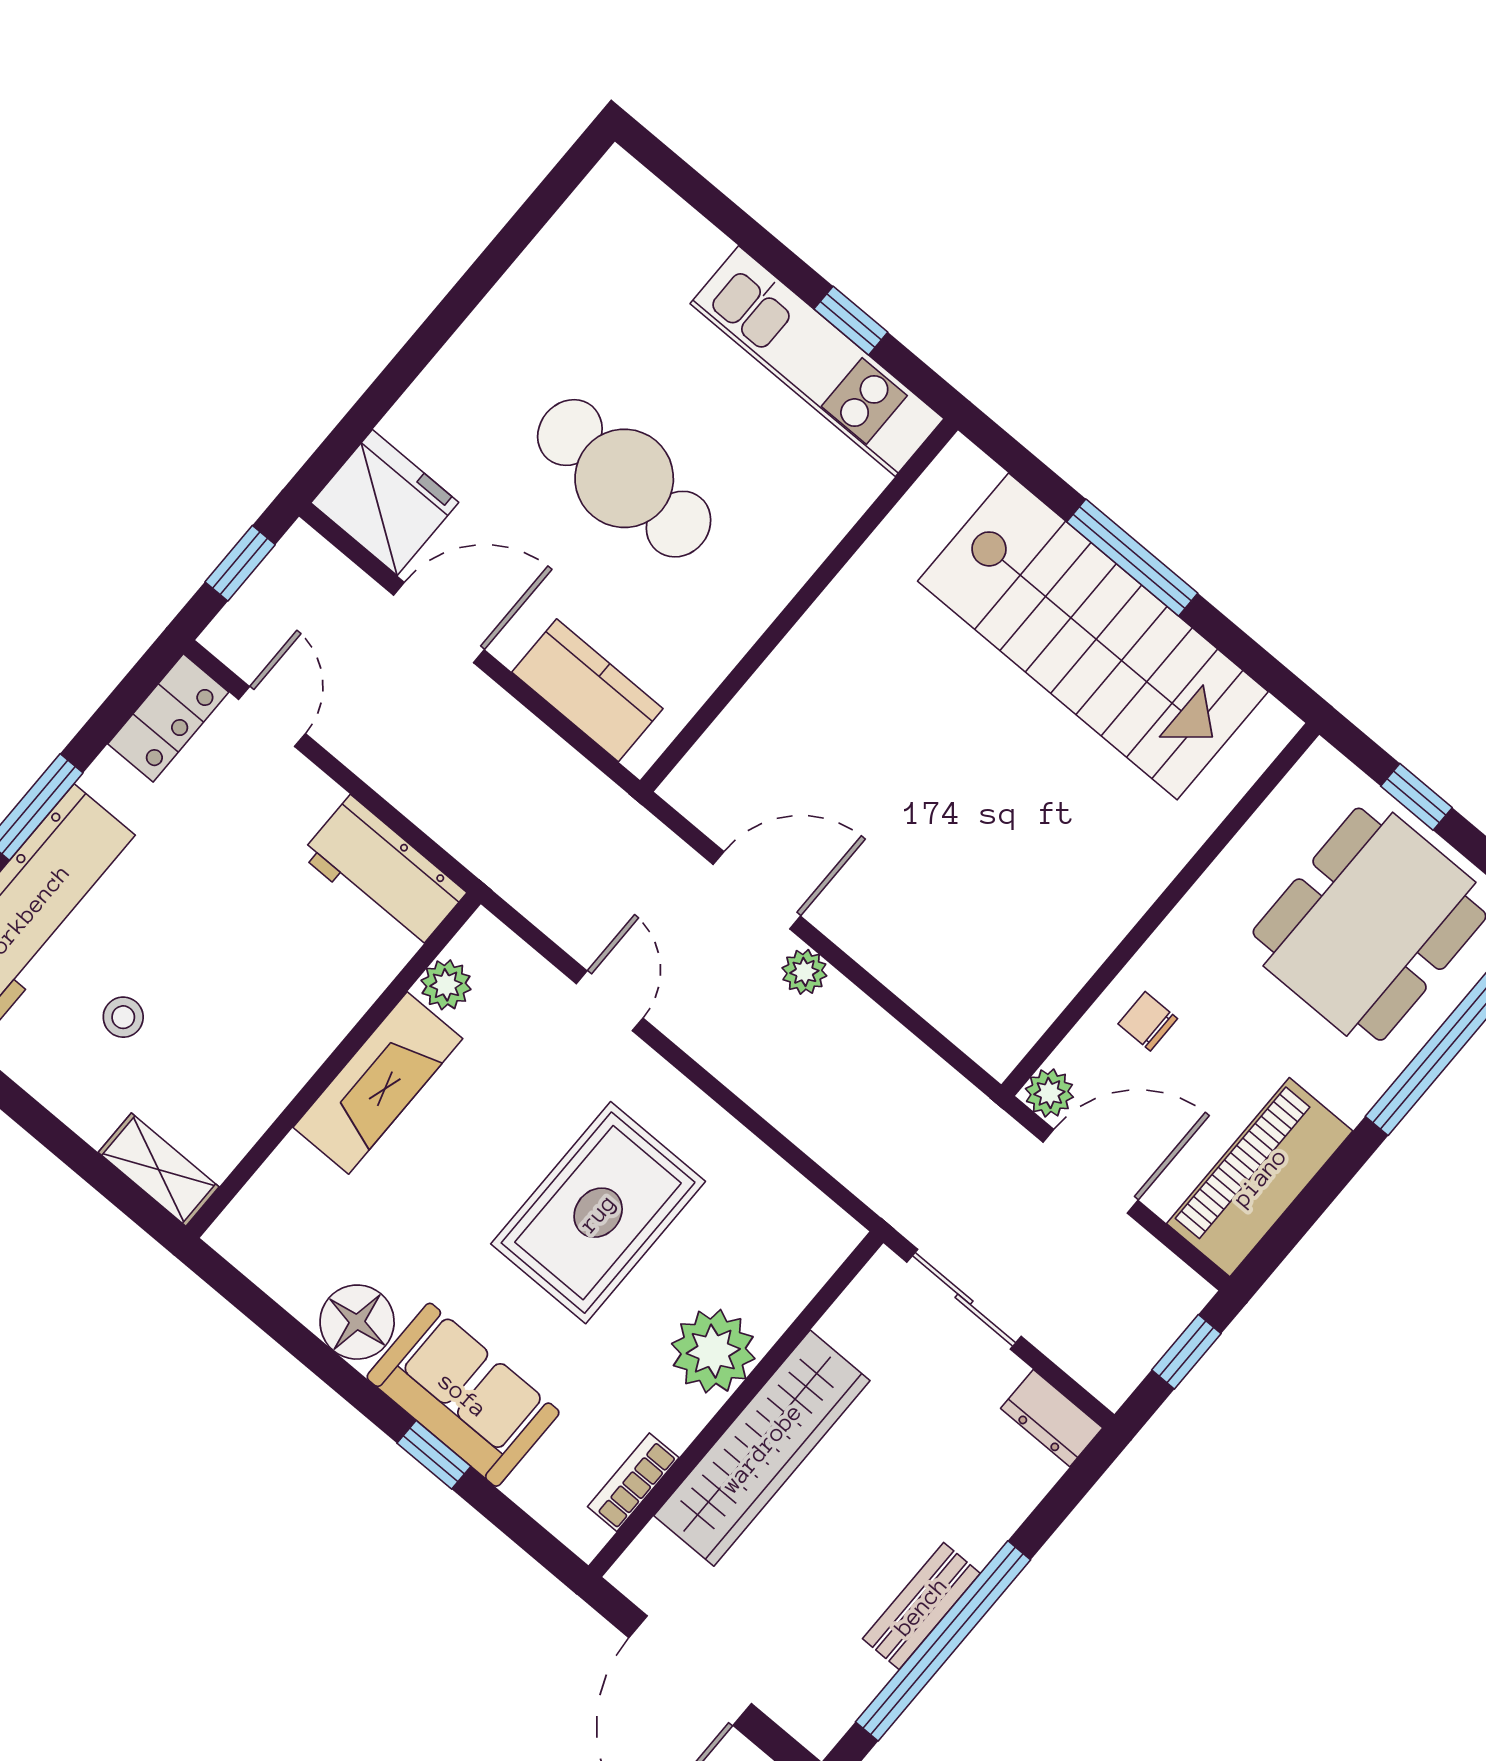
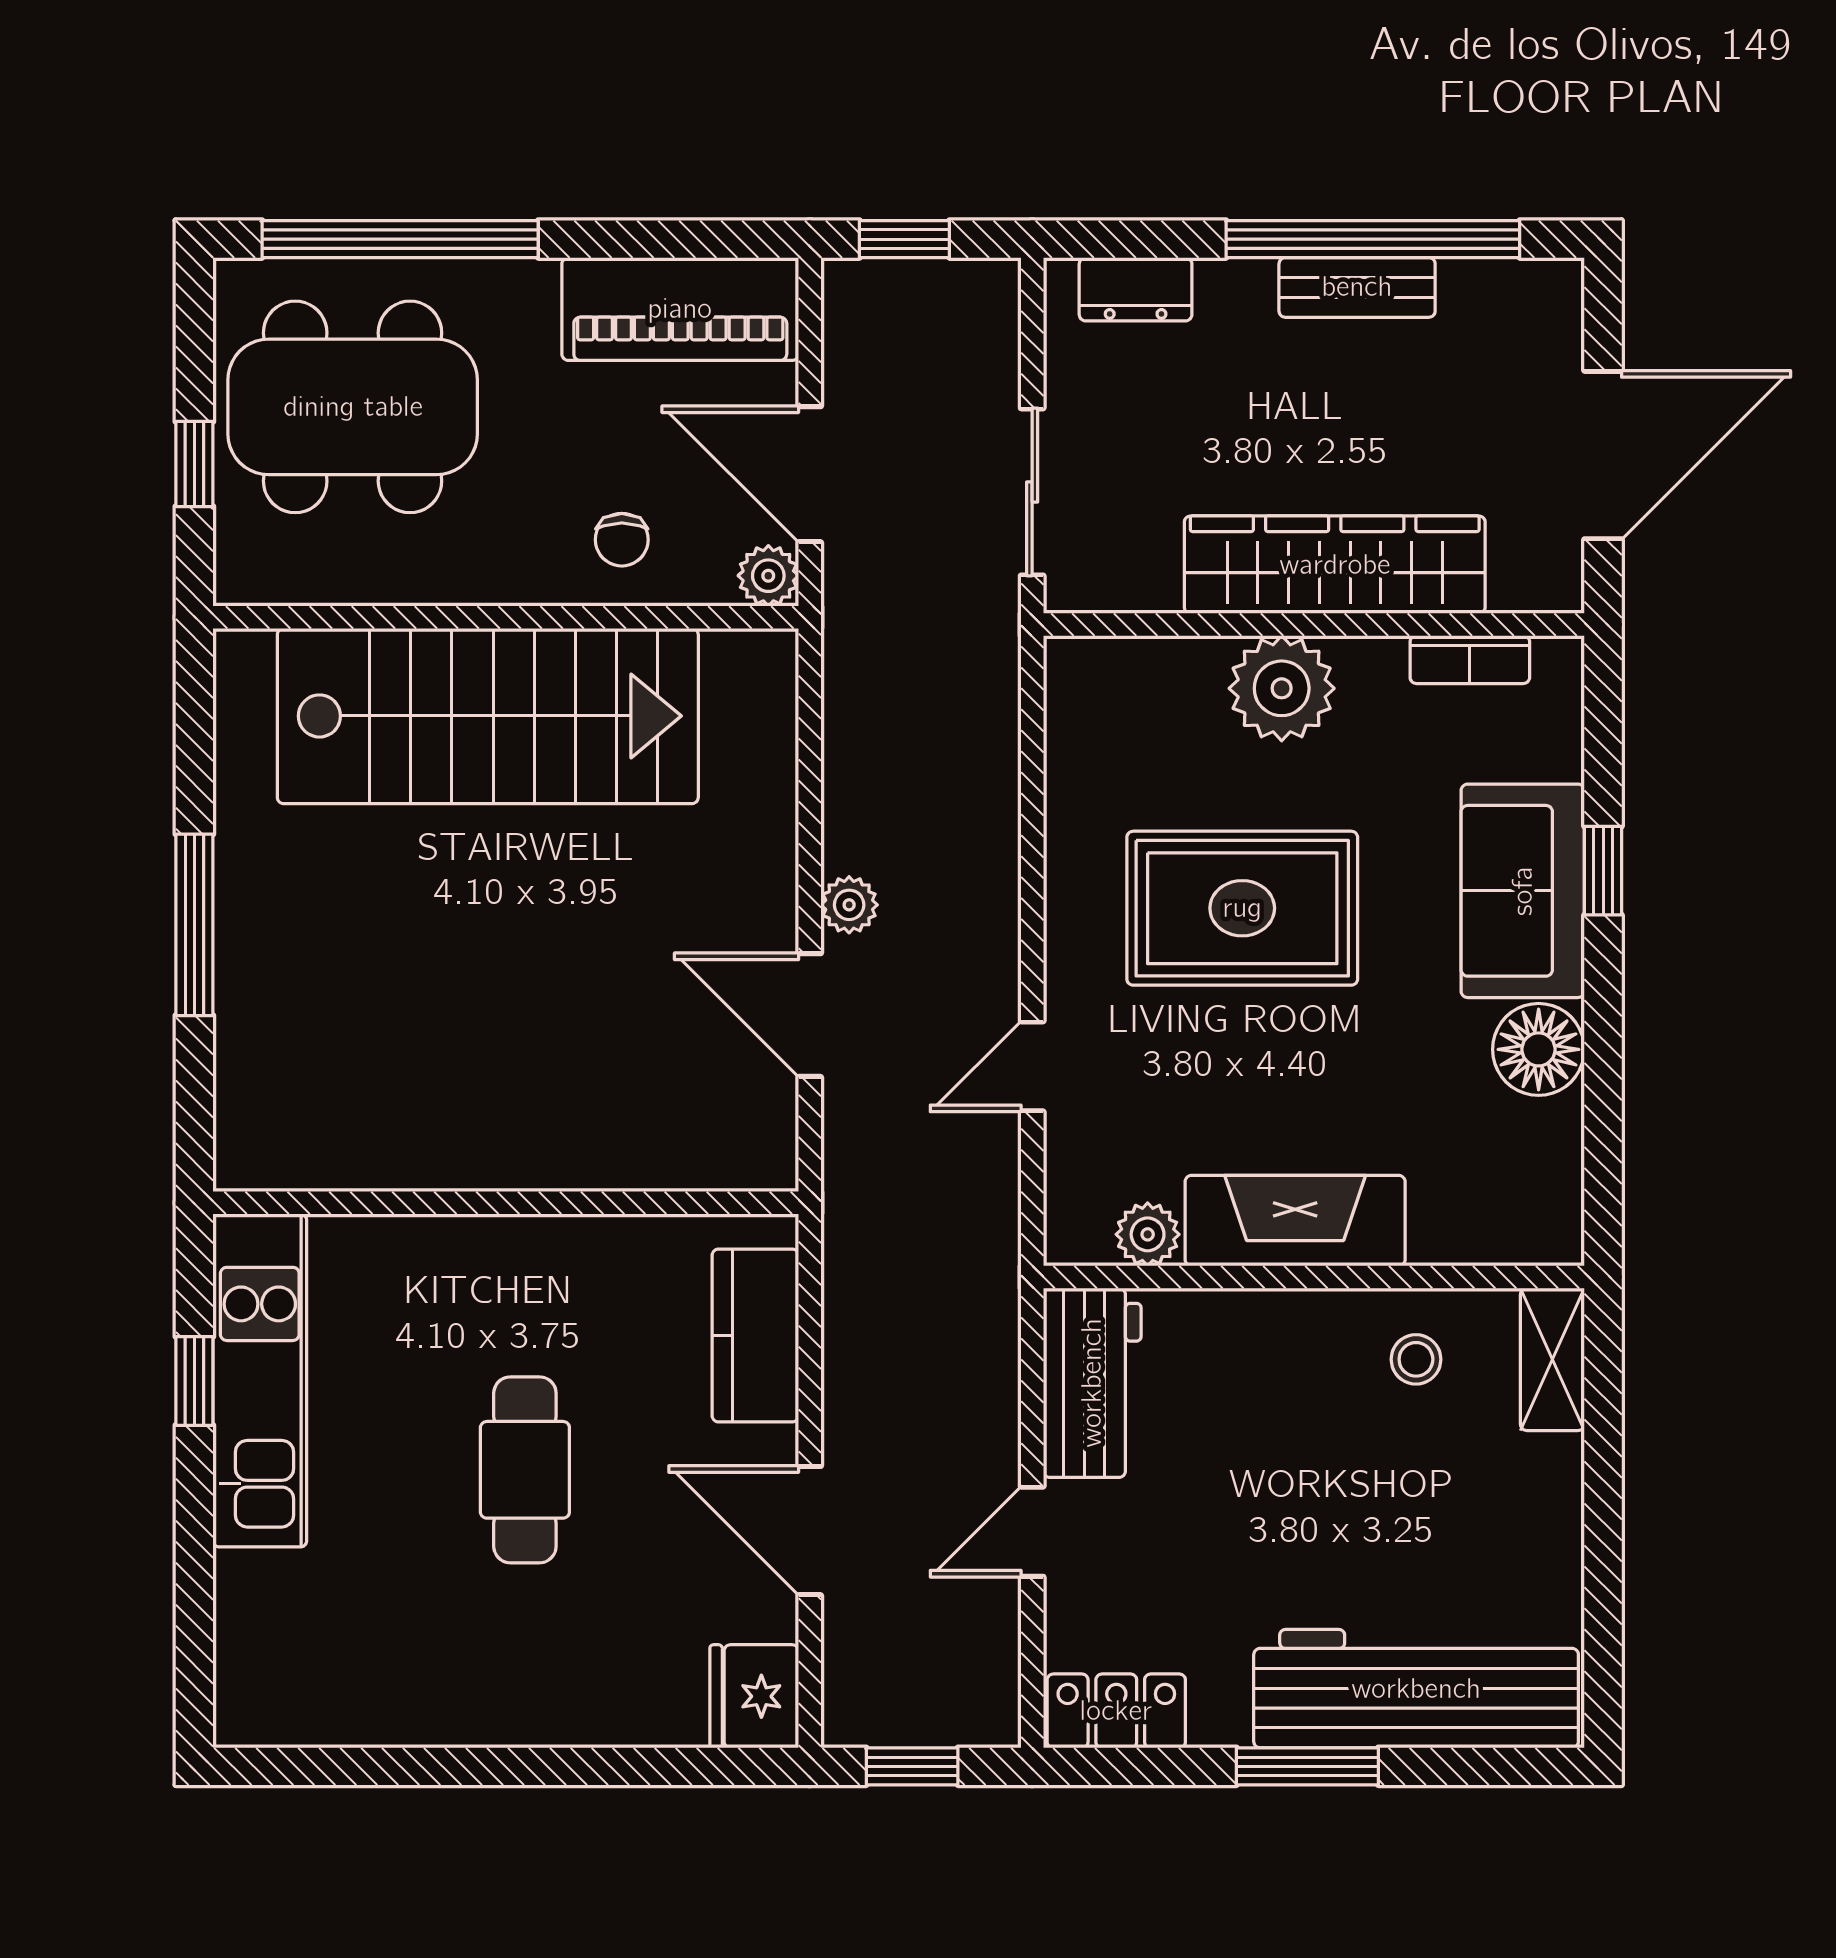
cafe table: (624, 478) -> (525, 1470), width x0.73, depth x0.74
fridge: (385, 503) -> (754, 1696), width x0.73, depth x0.75
stairs: (1093, 636) -> (488, 716), moved, turned 90
door: (272, 717) -> (1032, 1532), moved
stool: (123, 1017) -> (1416, 1359), moved
dresser: (1052, 1418) -> (1136, 289), moved, turned 90

